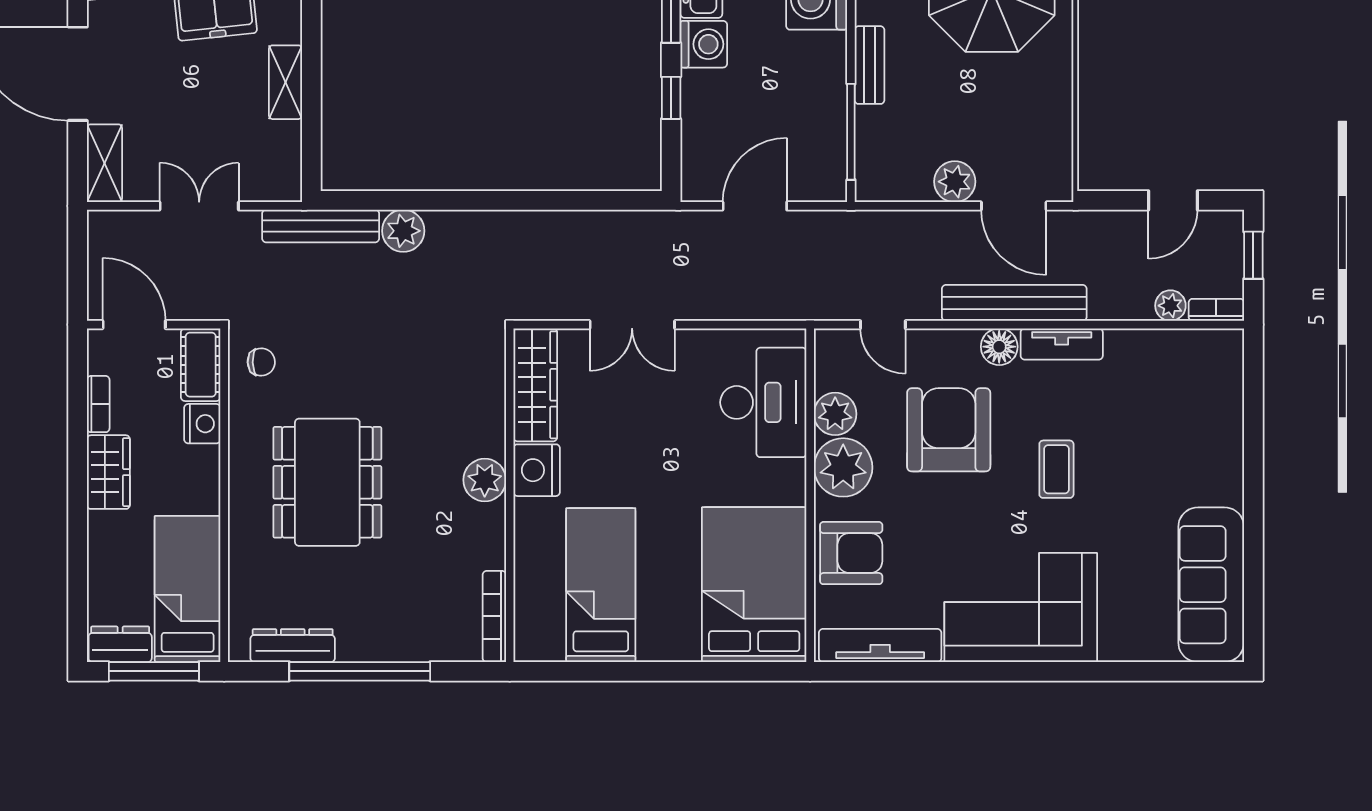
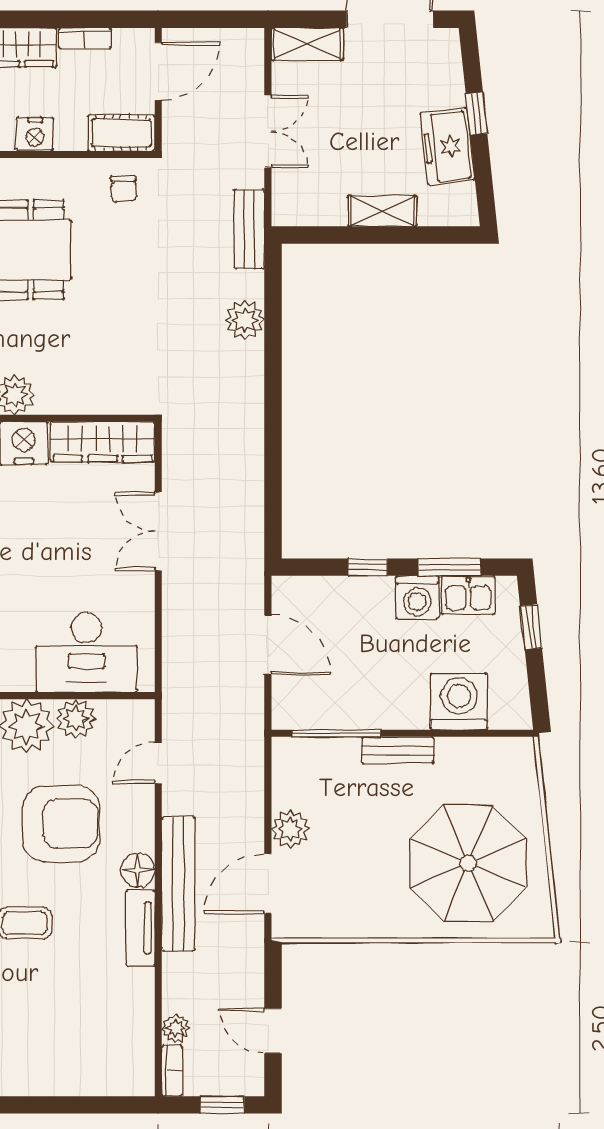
bench: (321, 226) -> (249, 229), width x0.73
nightstand: (202, 424) -> (35, 134), moved

